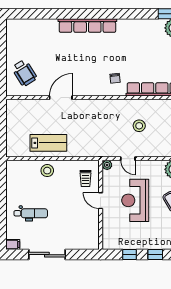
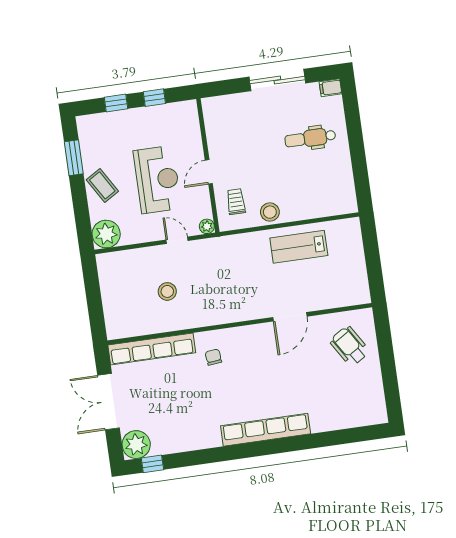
stool: (47, 171) -> (270, 212), moved
door: (101, 201) -> (209, 172), swing flipped

